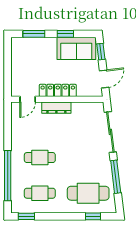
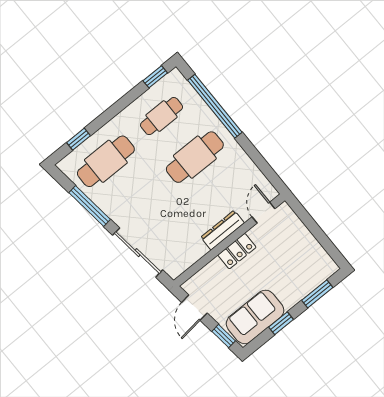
locker: (58, 90) -> (237, 251), width x0.66
cafe table: (40, 158) -> (195, 157), width x1.37, depth x1.35

